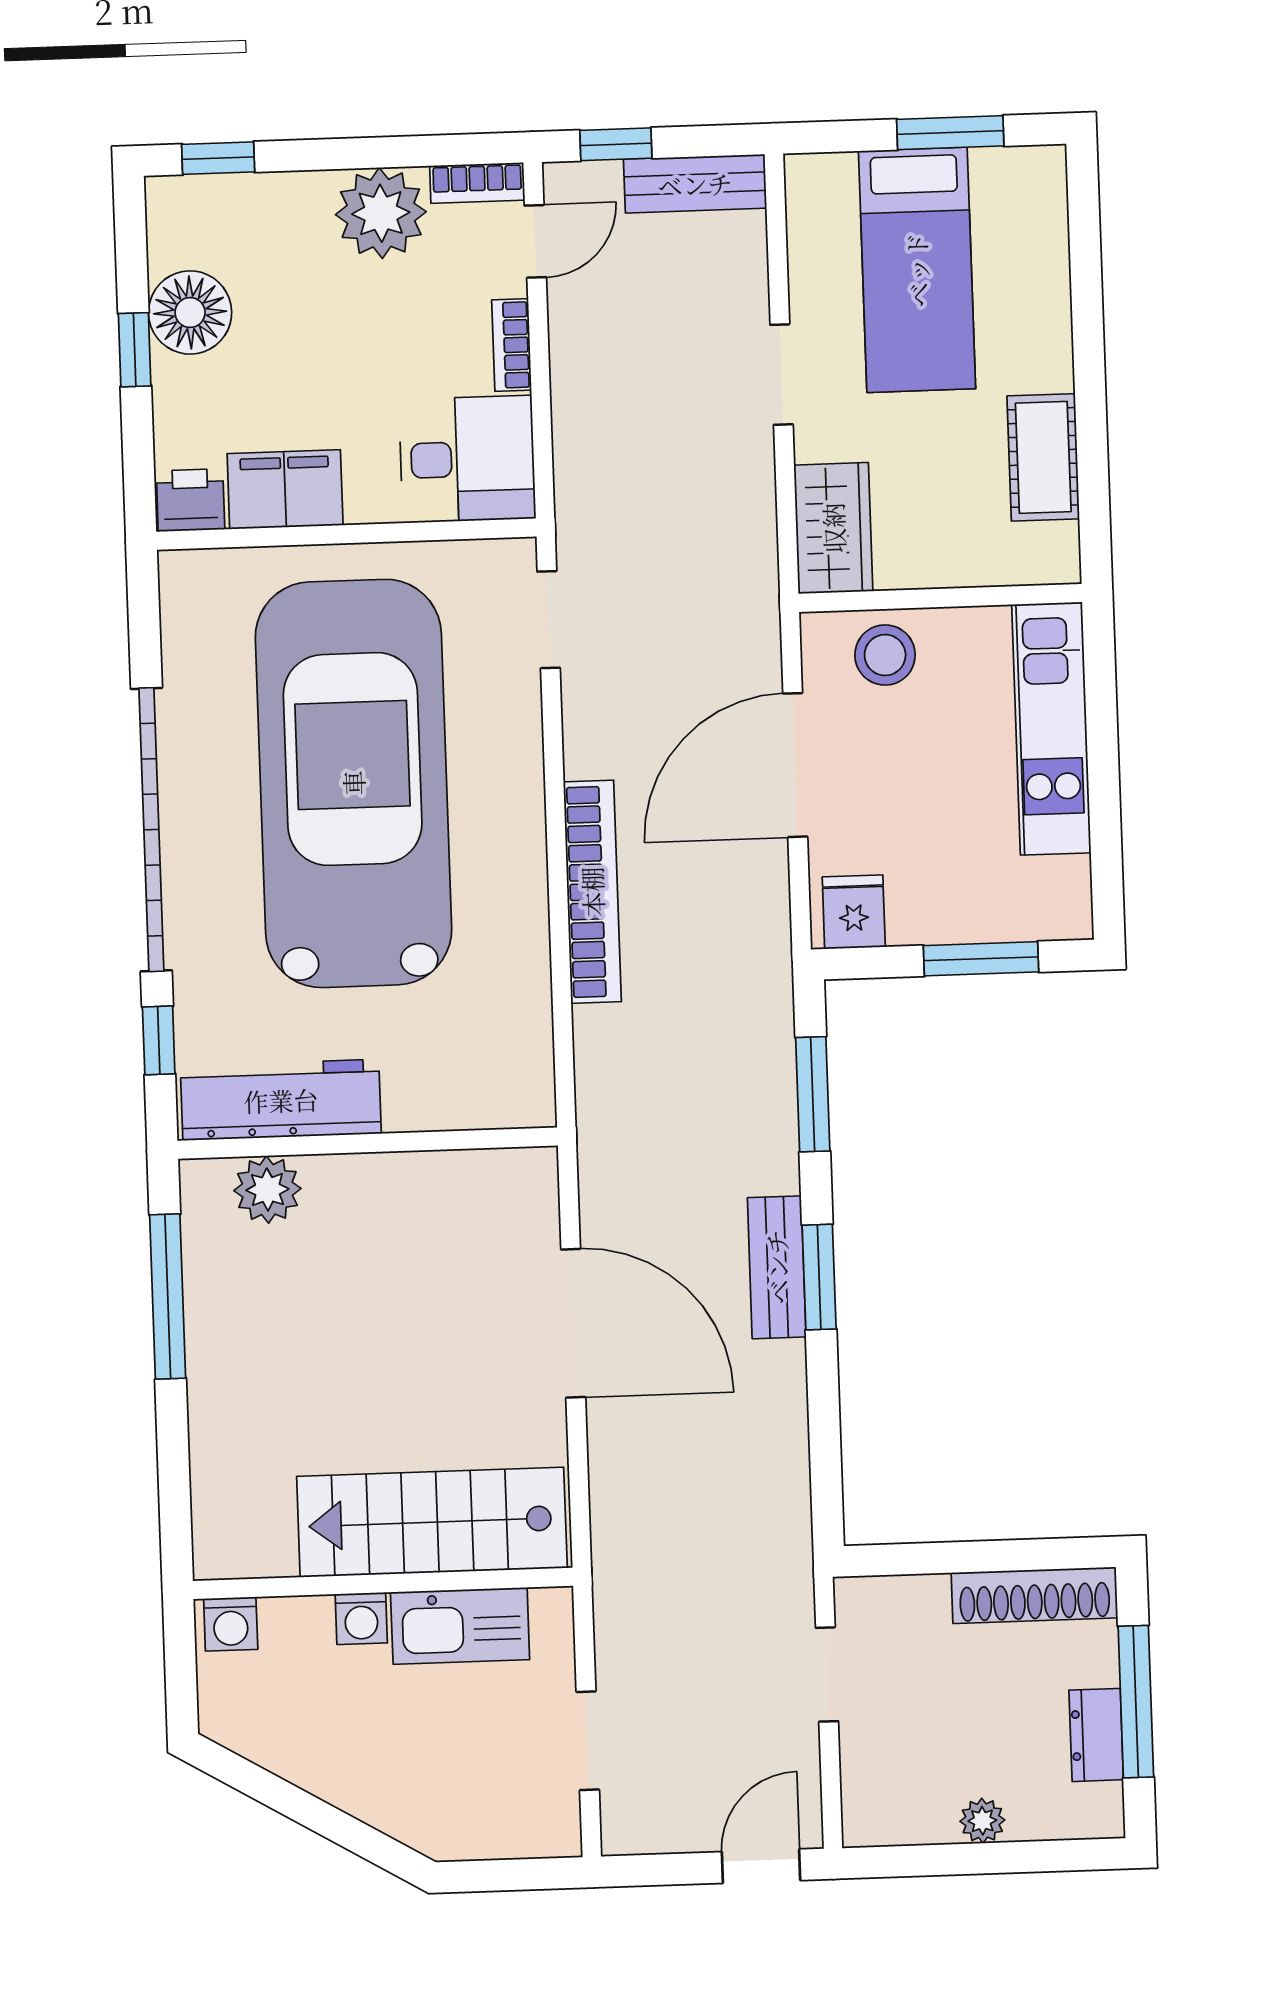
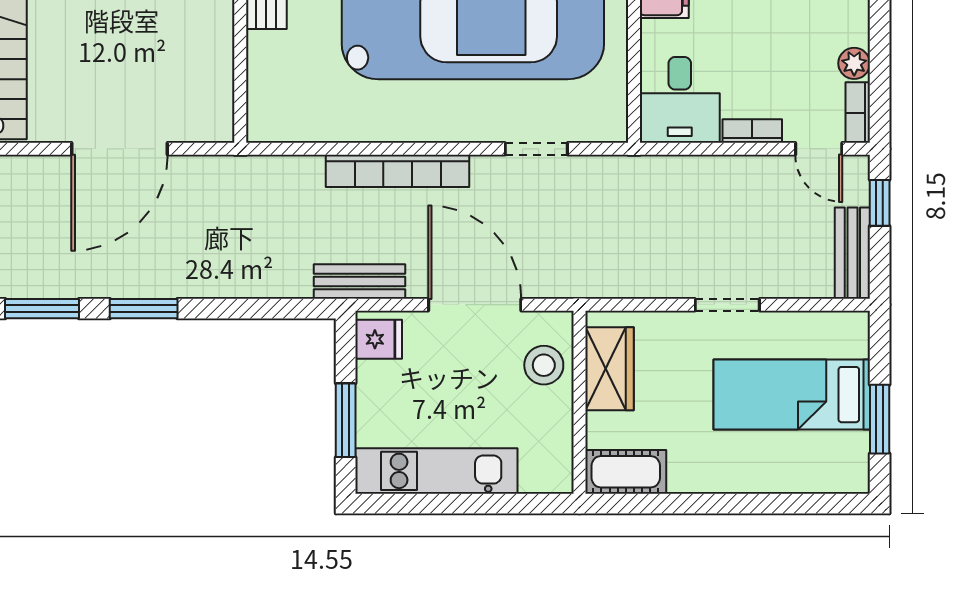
plant: (381, 213) -> (854, 63), width x0.53, depth x0.53
cot: (1043, 457) -> (626, 472), moved
wardrobe: (833, 528) -> (609, 369), moved, turned -90
doorway: (549, 620) -> (536, 149), moved
kitchen unit: (1051, 729) -> (436, 471), moved
window: (813, 1094) -> (42, 309), moved
bench: (777, 1267) -> (359, 281), moved

